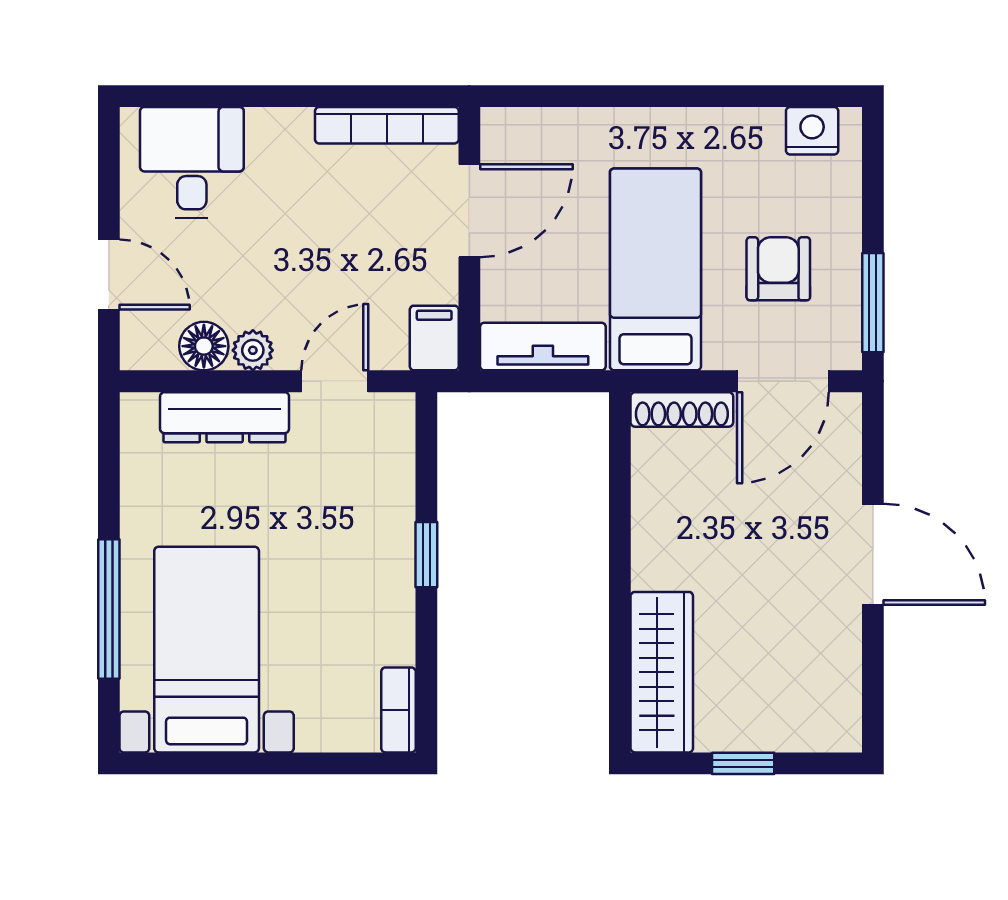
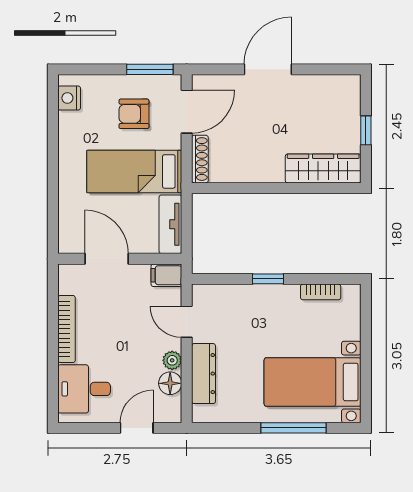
bookcase: (387, 125) -> (67, 329), moved
door: (783, 381) -> (187, 112), hinge flipped
bookcase: (398, 710) -> (321, 292), moved

